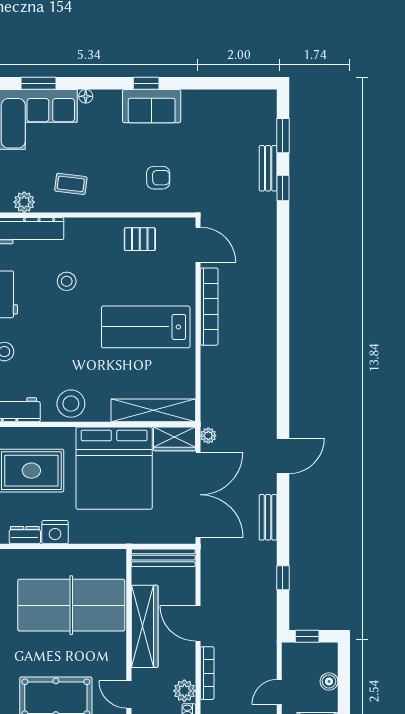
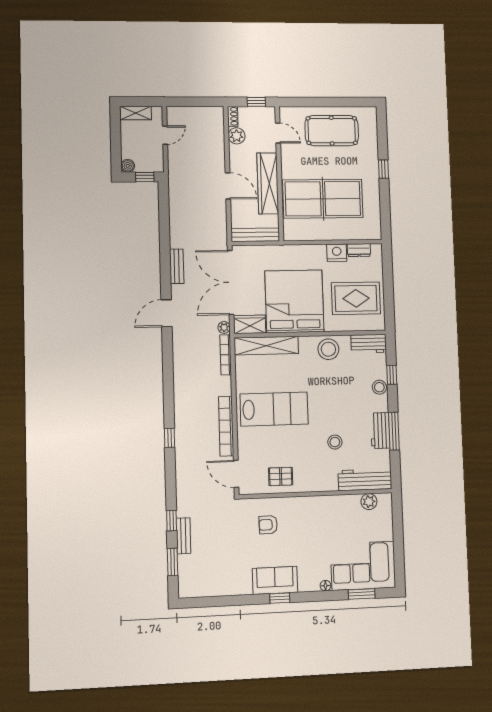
coffee table: (71, 184) -> (334, 517), removed
window: (283, 578) -> (170, 438), moved
bookcase: (207, 673) -> (226, 355), moved
boiler: (329, 681) -> (128, 166), moved

